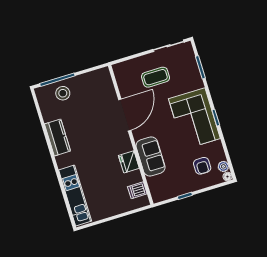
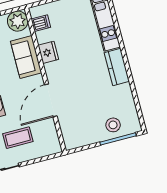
kitchen counter: (57, 138) -> (117, 67), moved
plant: (160, 191) -> (18, 21), added

